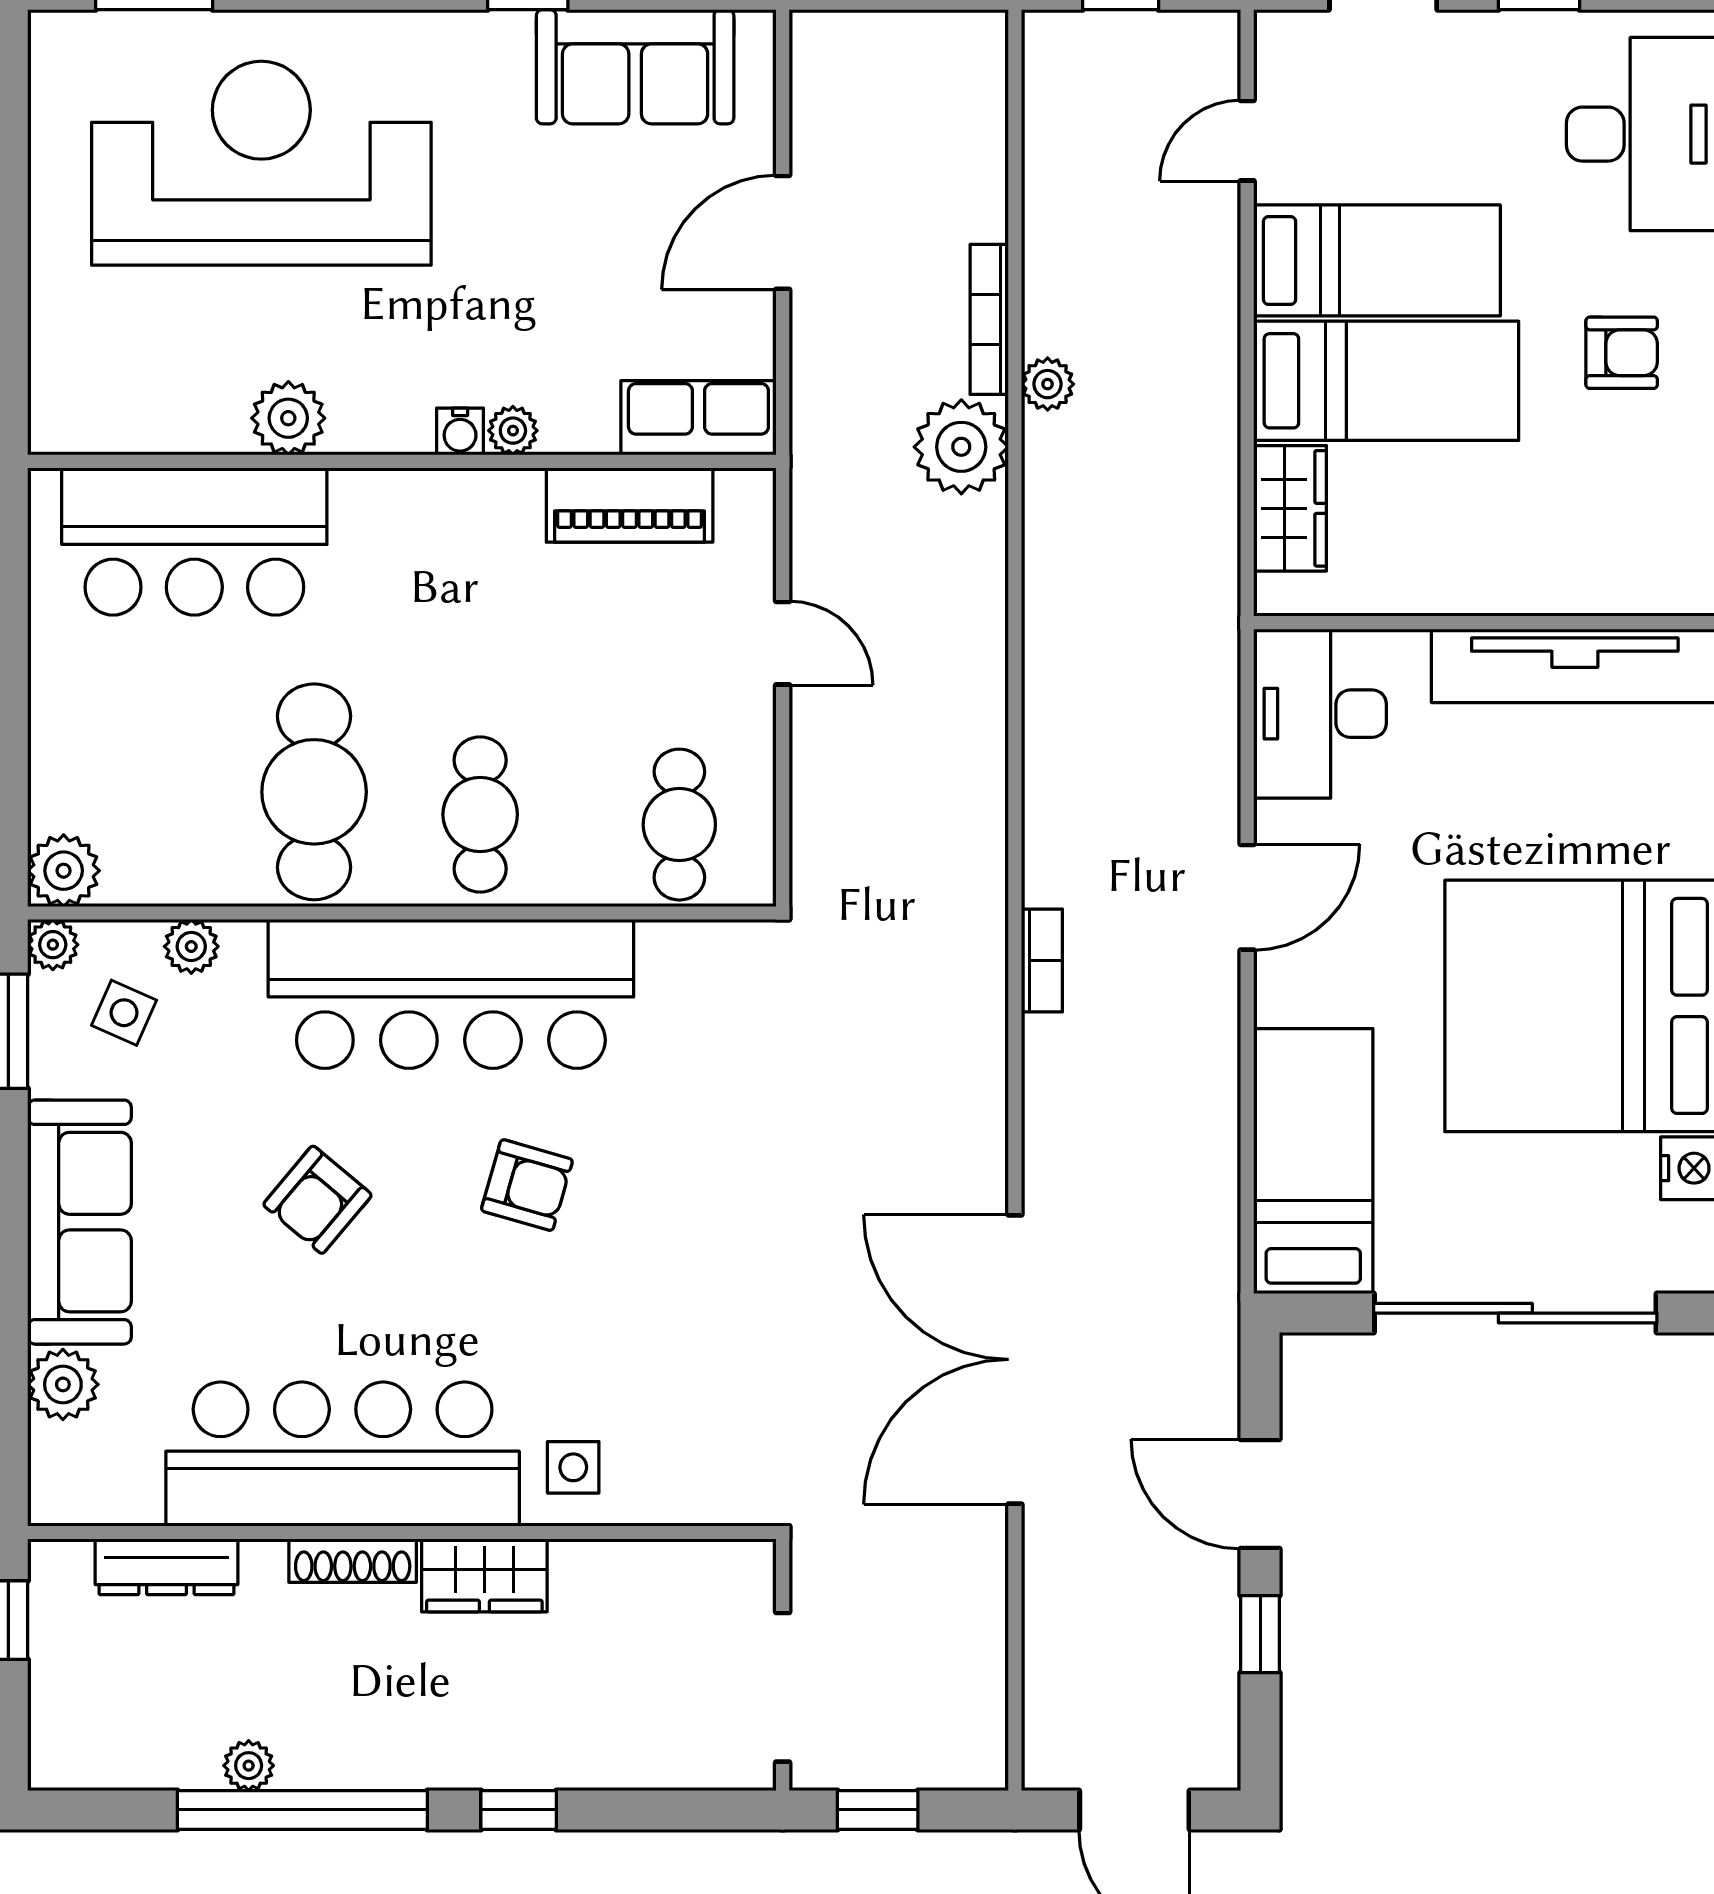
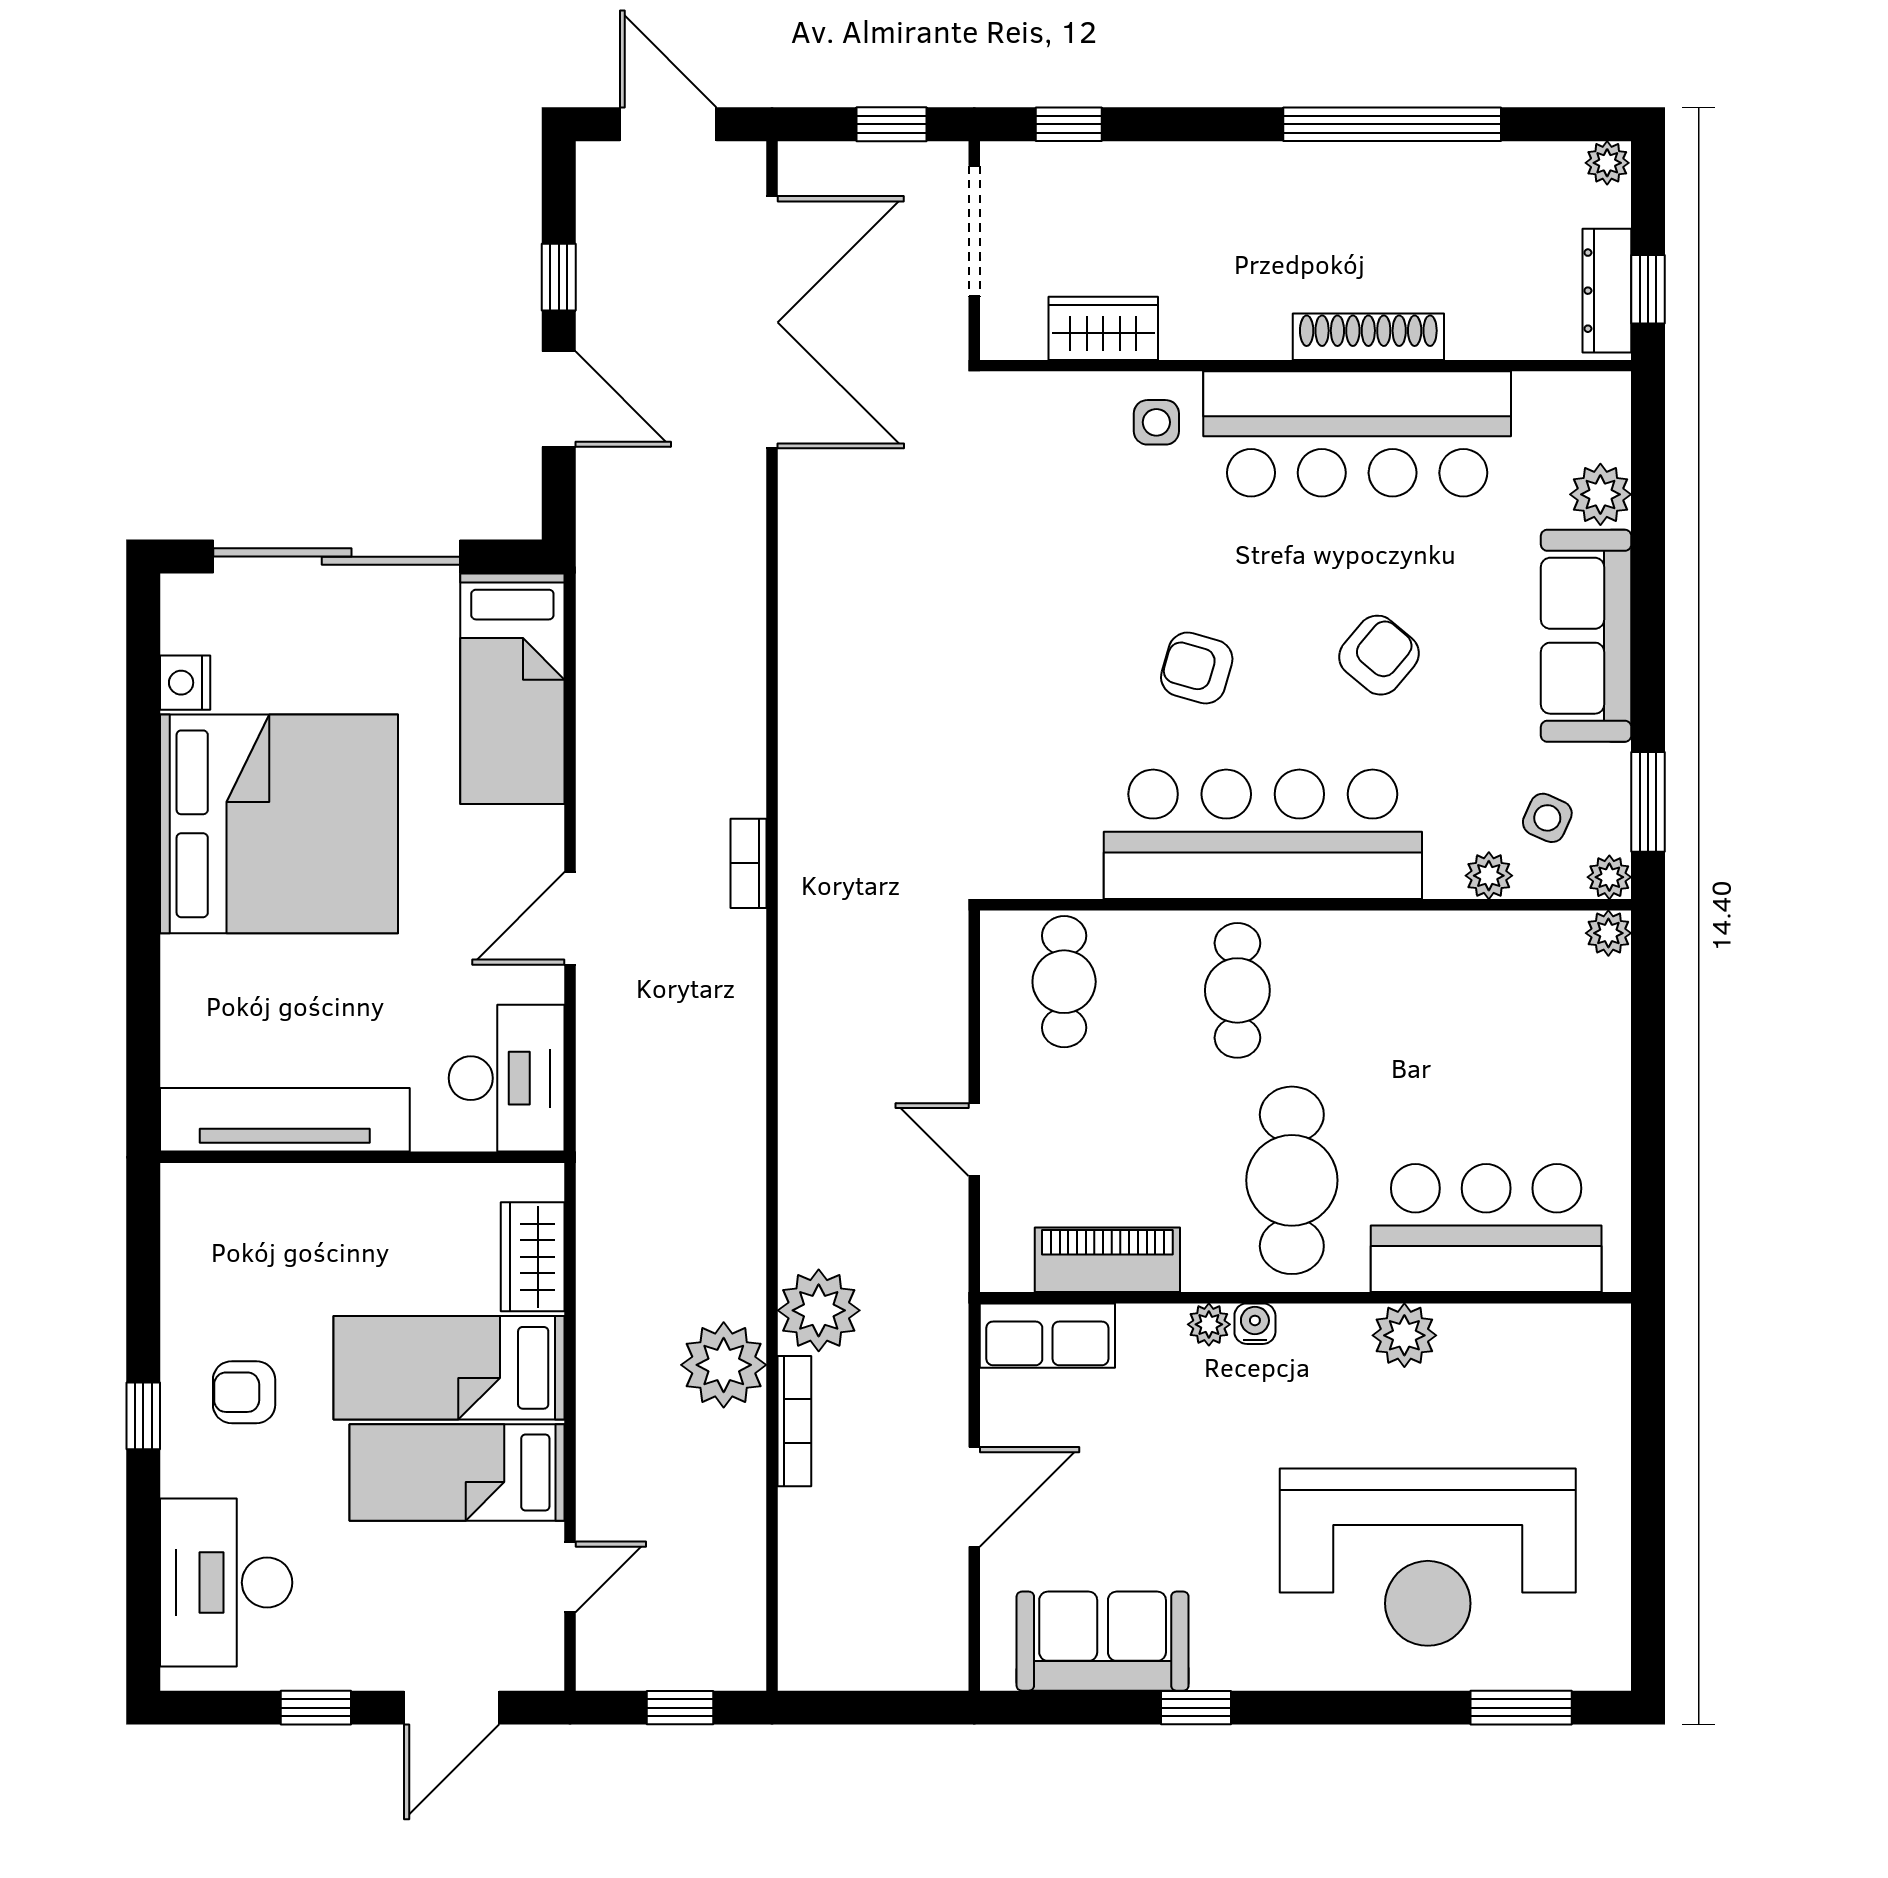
plant: (1048, 384) -> (724, 1365), width x1.88, depth x1.88
cafe table: (314, 792) -> (1292, 1180), moved
plant: (64, 871) -> (1608, 933), width x0.73, depth x0.73
double door: (1015, 1359) -> (772, 322), moved
shoe rack: (353, 1561) -> (1368, 337), width x1.36, depth x1.24
dresser: (166, 1567) -> (1607, 291), moved, turned -90
wardrobe: (484, 1575) -> (1103, 328), moved
plant: (249, 1766) -> (1607, 163), moved
window: (519, 1810) -> (1069, 124), moved

